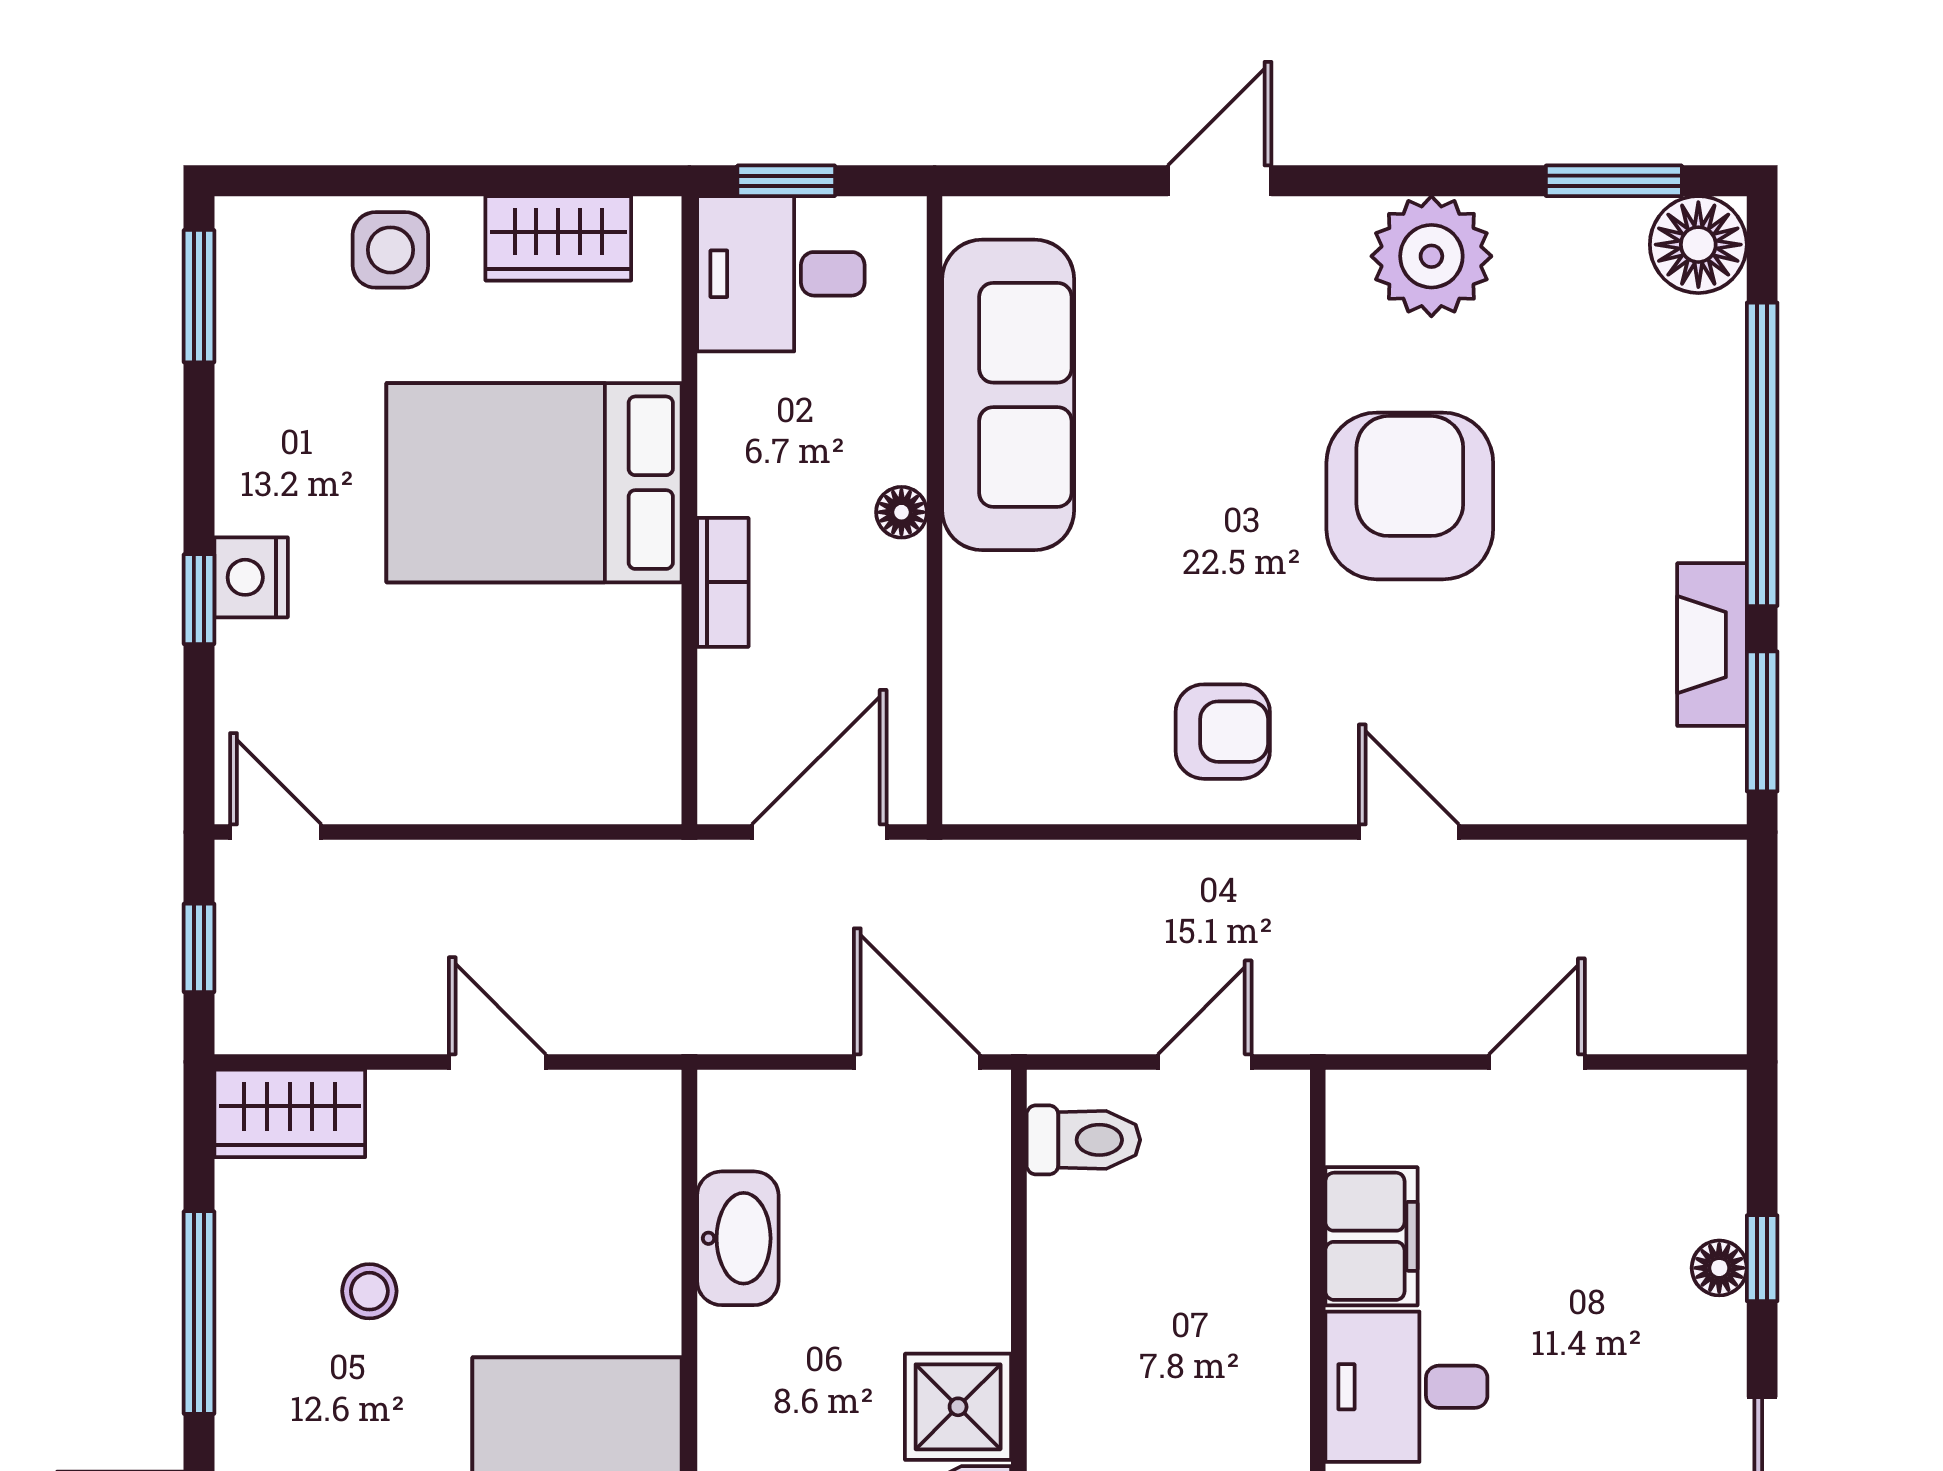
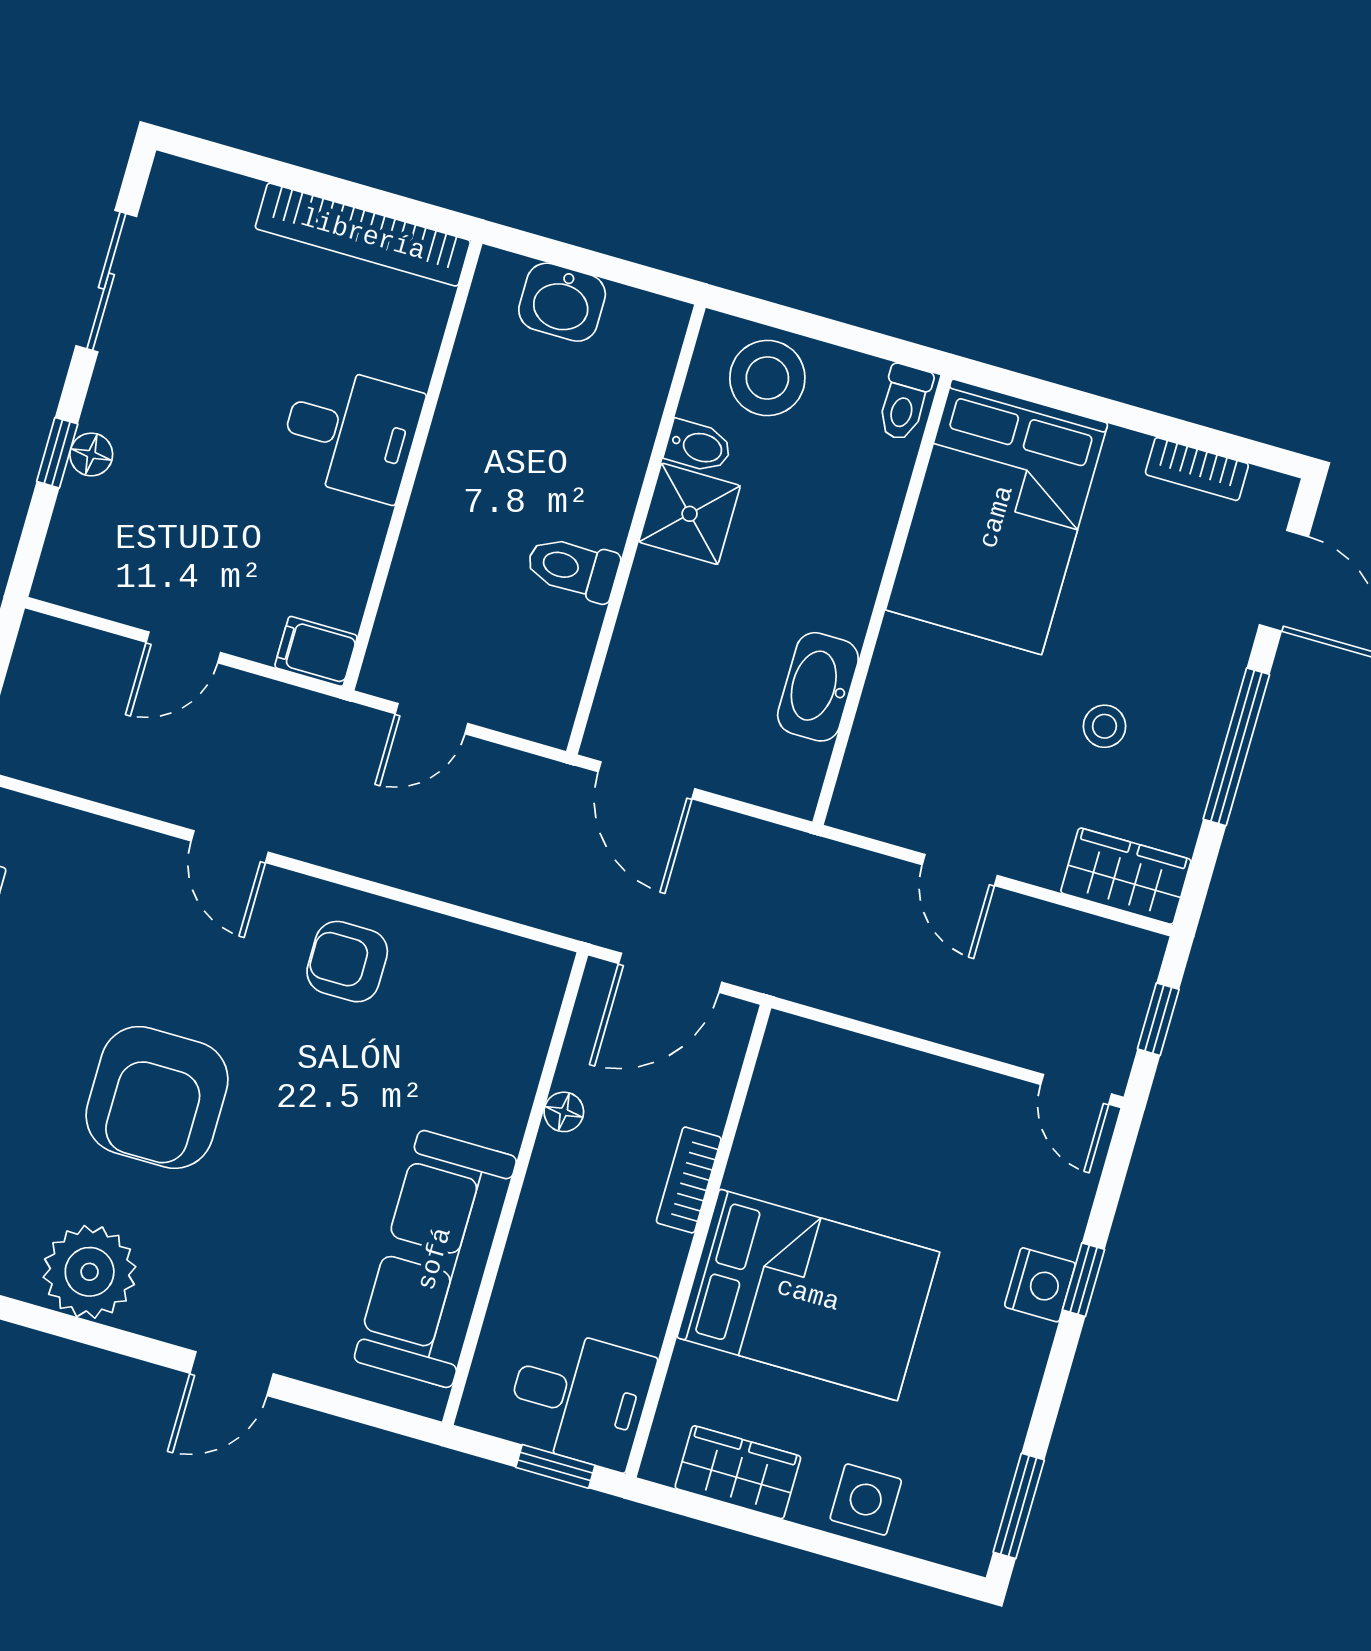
floor lamp: (901, 512) -> (564, 1112), moved
toilet: (1083, 1140) -> (573, 568), moved
filing cabinet: (1371, 1236) -> (316, 651), moved, width x0.50

